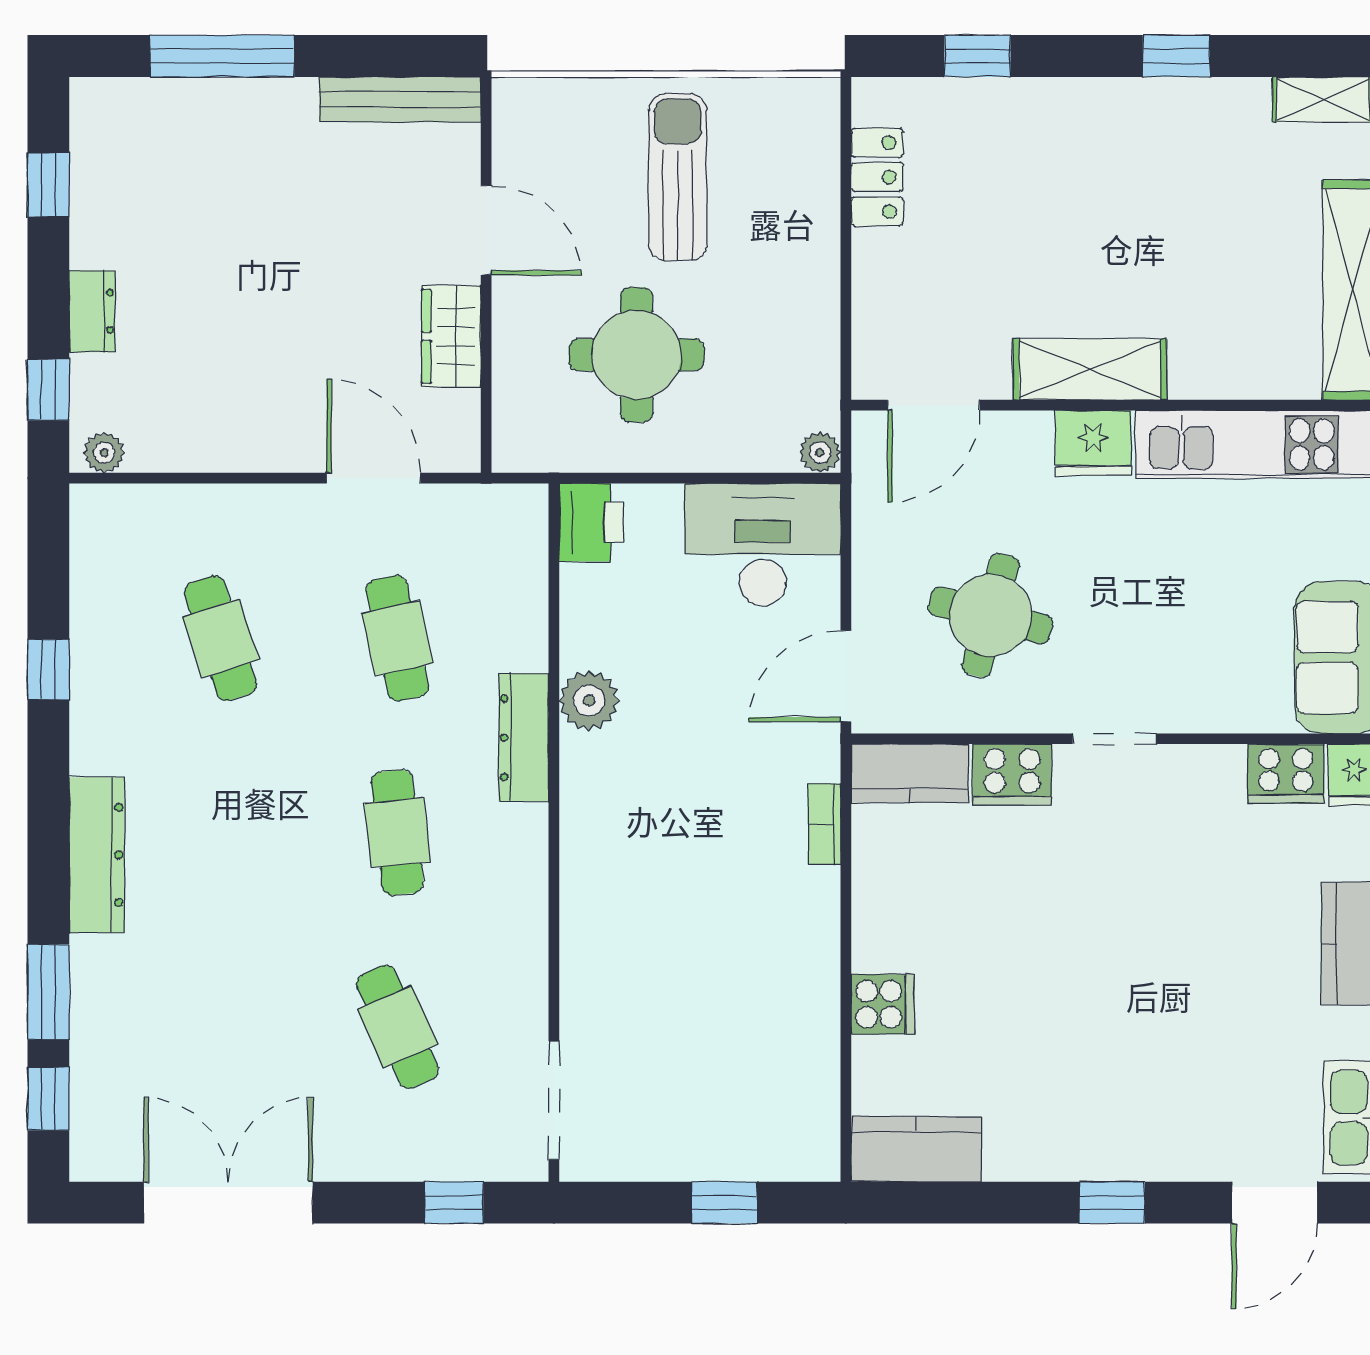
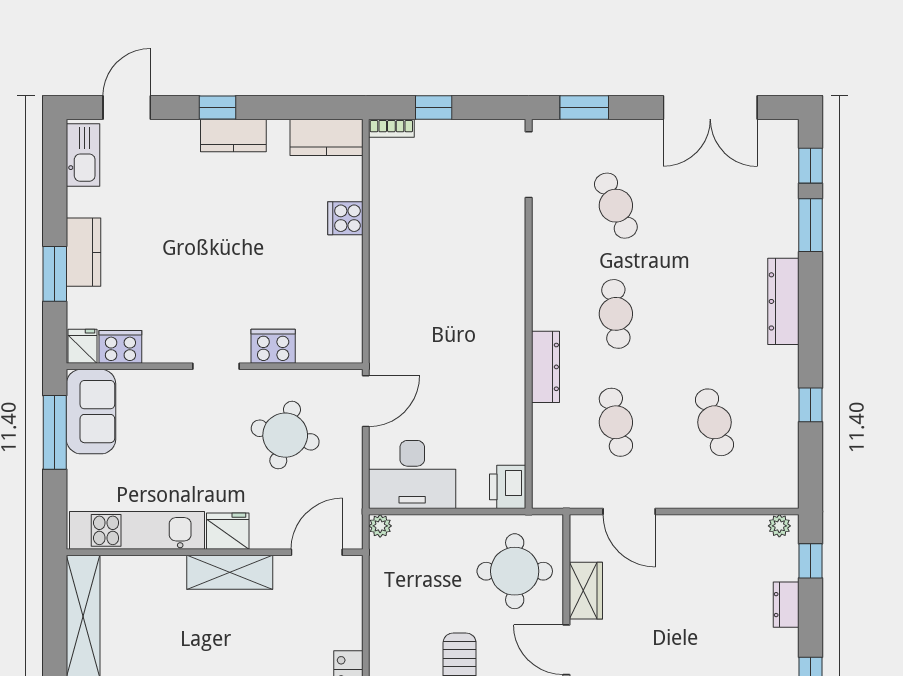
round table: (636, 355) -> (515, 571), moved
plant: (589, 700) -> (509, 388), removed
kitchen counter: (910, 773) -> (233, 136), moved, turned 180
bookcase: (824, 824) -> (391, 128), moved, turned 90
window: (454, 1203) -> (584, 108), width x1.50

